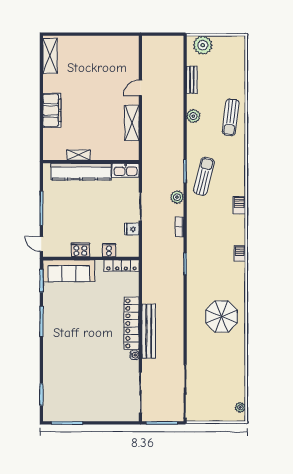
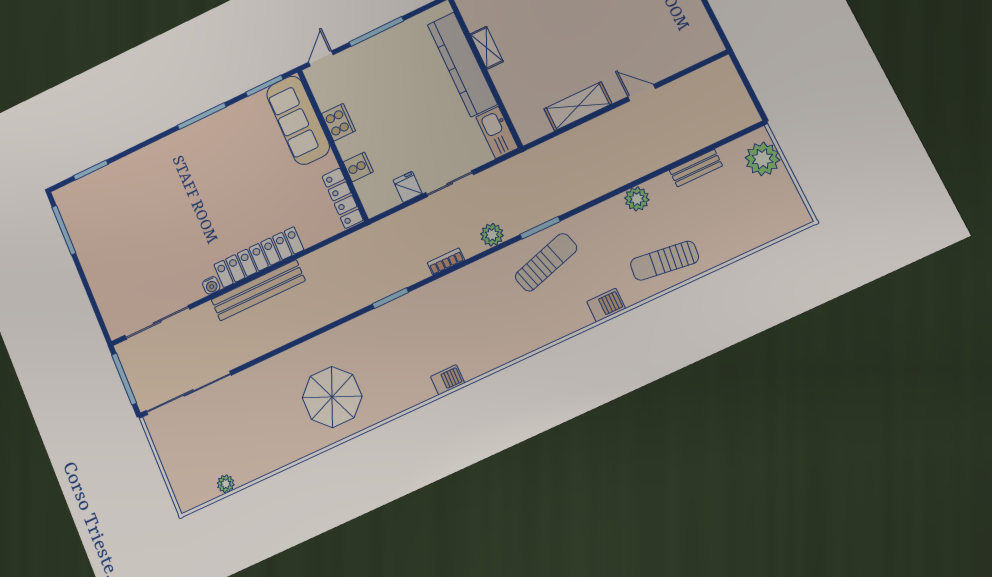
sun lounger: (204, 176) -> (546, 262), turned -31
barbecue: (239, 205) -> (606, 305), moved
plant: (240, 407) -> (226, 484), moved

